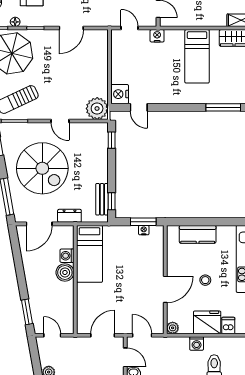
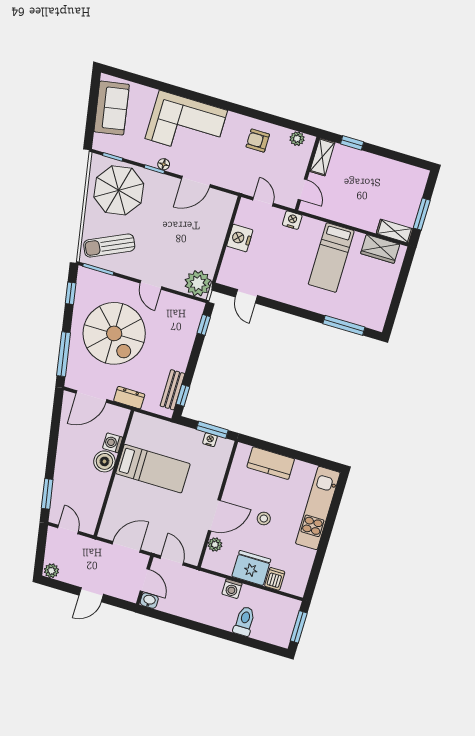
floor lamp: (15, 22) -> (164, 164), moved
nightstand: (120, 94) -> (240, 238), moved
bed: (89, 254) -> (153, 469), moved, turned -90
plant: (173, 328) -> (215, 545), moved

